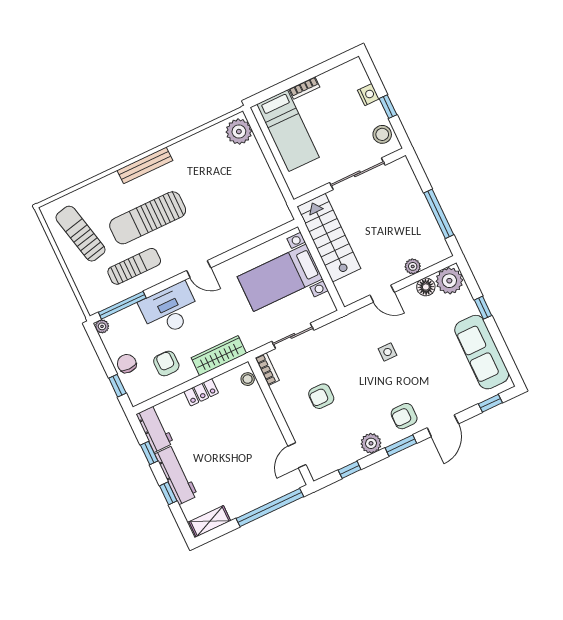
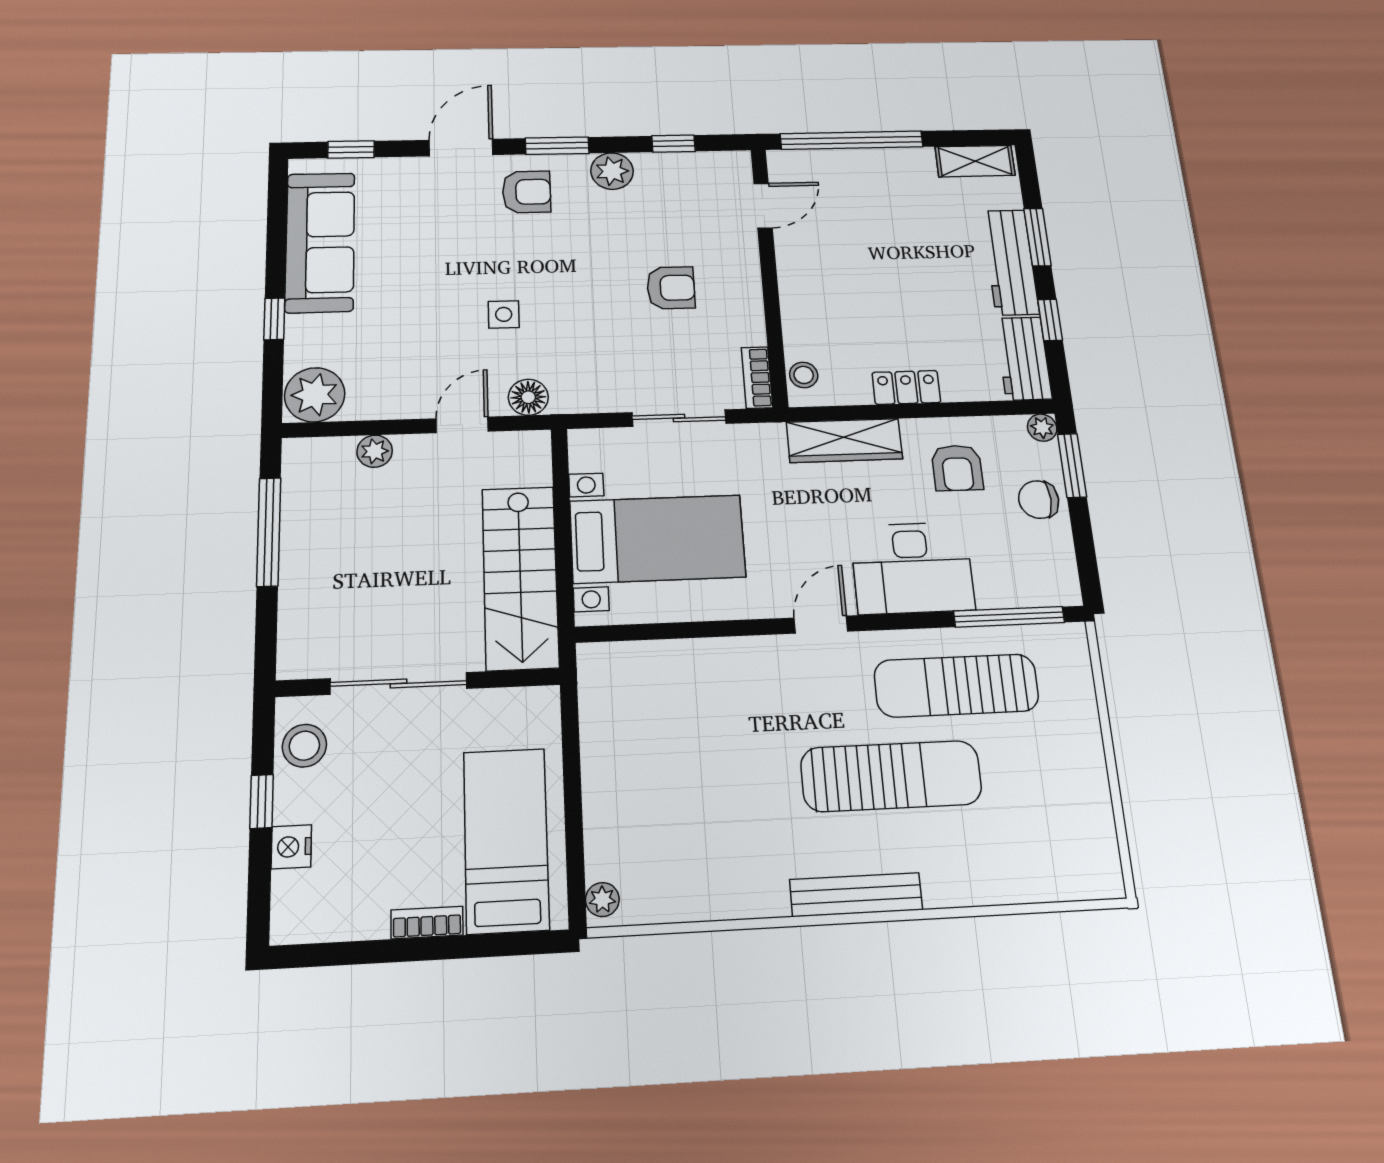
plant: (239, 132) -> (602, 900), width x0.53, depth x0.53
sun lounger: (81, 234) -> (1050, 802), removed
sun lounger: (134, 266) -> (956, 686), width x1.36, depth x1.34
door: (199, 269) -> (821, 625), hinge flipped
floor lamp: (426, 287) -> (528, 397), moved
door: (382, 294) -> (462, 425), hinge flipped
plant: (102, 326) -> (1042, 428), moved
chair: (127, 364) -> (1039, 500), turned 90
window: (117, 386) -> (1072, 466), width x1.50
window: (168, 493) -> (1037, 237), width x1.50

